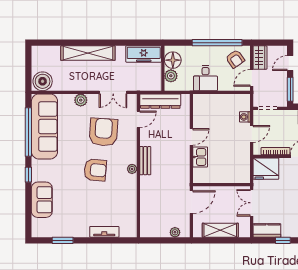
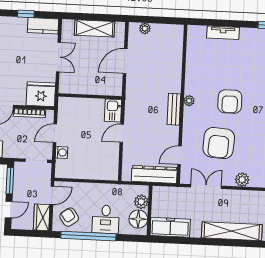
desk: (205, 78) -> (106, 219), moved, turned 180
armchair: (95, 170) -> (230, 102), turned -95
wall: (221, 185) -> (90, 96), moved

